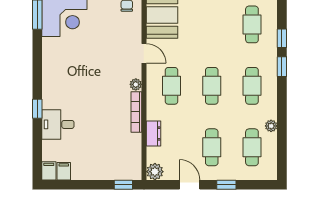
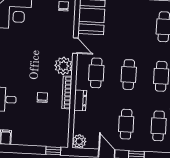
plant: (136, 84) -> (63, 66), width x1.87, depth x1.87
chair: (107, 120) -> (42, 98), added
dresser: (153, 134) -> (80, 100), moved

